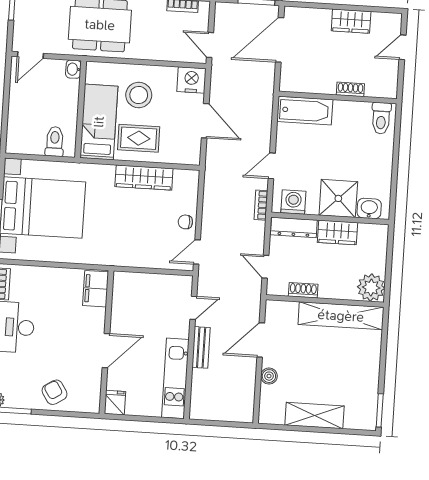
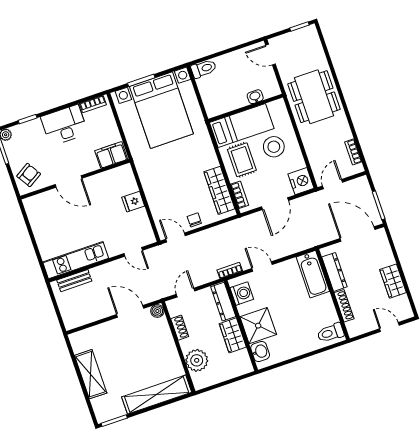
washbasin: (73, 69) -> (255, 97), moved
dresser: (312, 85) -> (334, 272), added
shoe rack: (350, 89) -> (344, 306), width x1.43
toilet: (55, 142) -> (204, 69), moved
bookcase: (178, 158) -> (240, 195), added
wardrobe: (144, 178) -> (219, 190), moved
plant: (371, 288) -> (197, 360), moved
filing cabinet: (96, 289) -> (111, 155), moved
shelving: (341, 316) -> (157, 395), moved, turned 90
wall: (106, 342) -> (75, 179), moved
bench: (201, 347) -> (74, 281), moved
door: (106, 351) -> (69, 181), moved
boiler: (269, 376) -> (157, 311), moved
fridge: (115, 403) -> (133, 202), moved, turned 180

